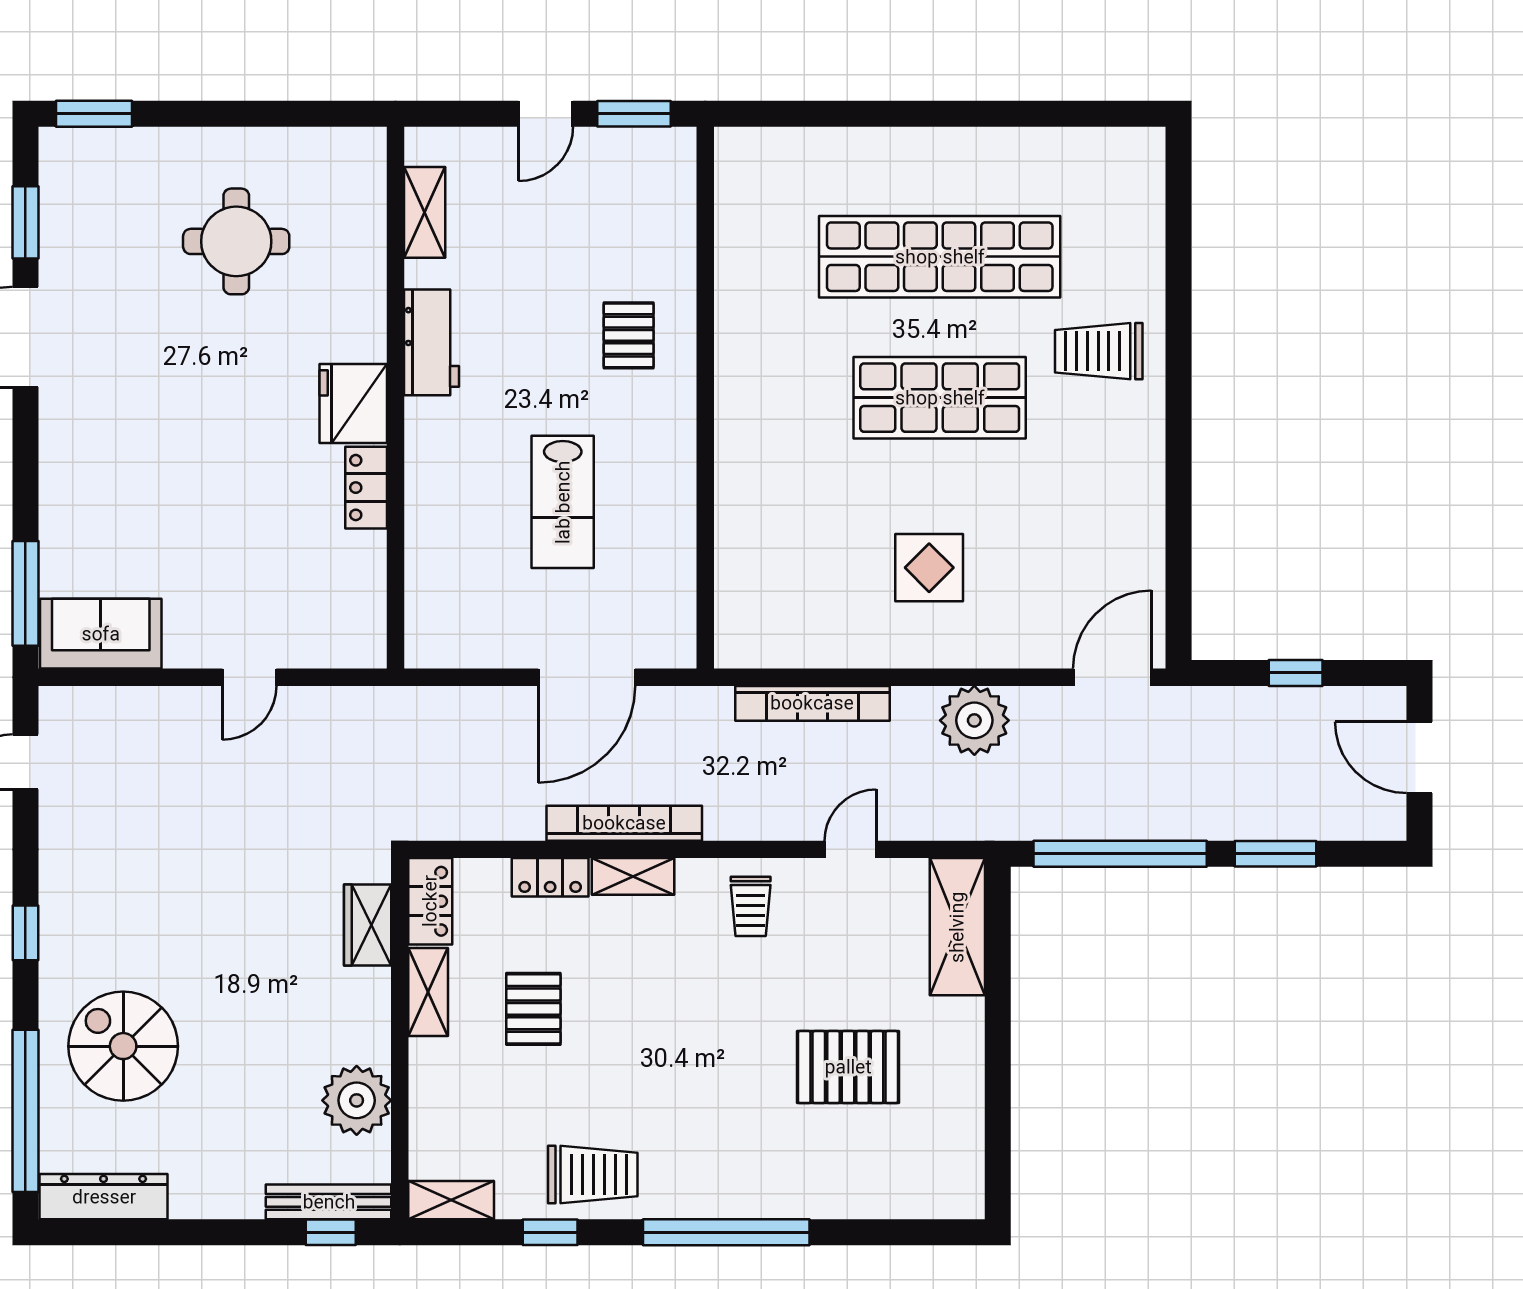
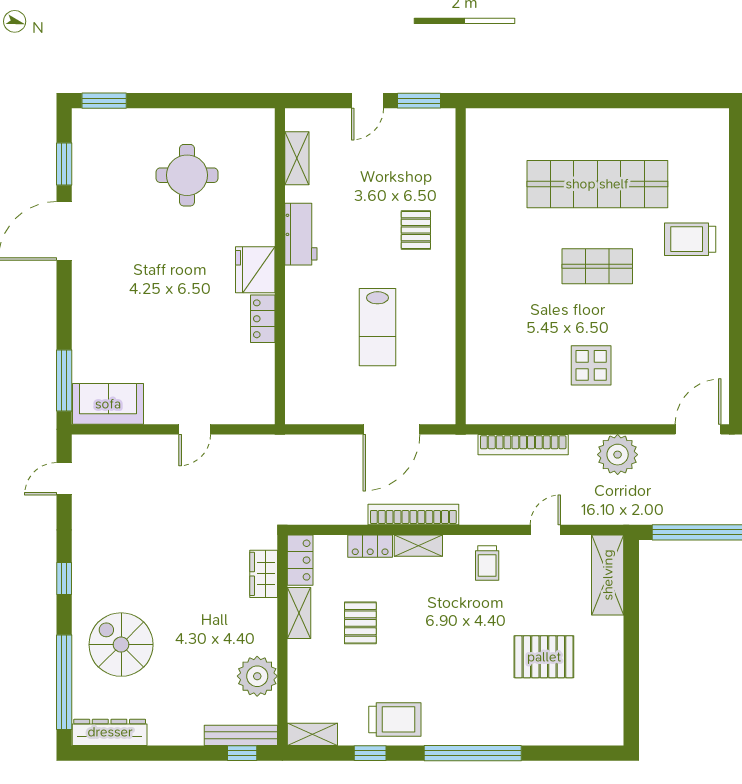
shop shelf: (940, 398) -> (597, 266), width x0.70, depth x0.74

